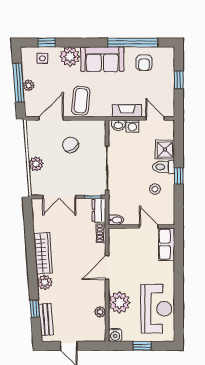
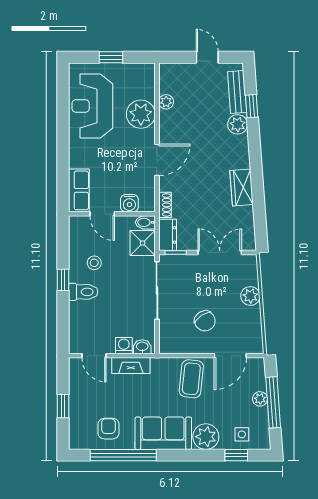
shower: (165, 150) -> (143, 243), moved
wardrobe: (43, 253) -> (242, 188), width x0.67
plant: (45, 282) -> (238, 124), moved
water cooler: (115, 335) -> (129, 203), moved, turned 180

